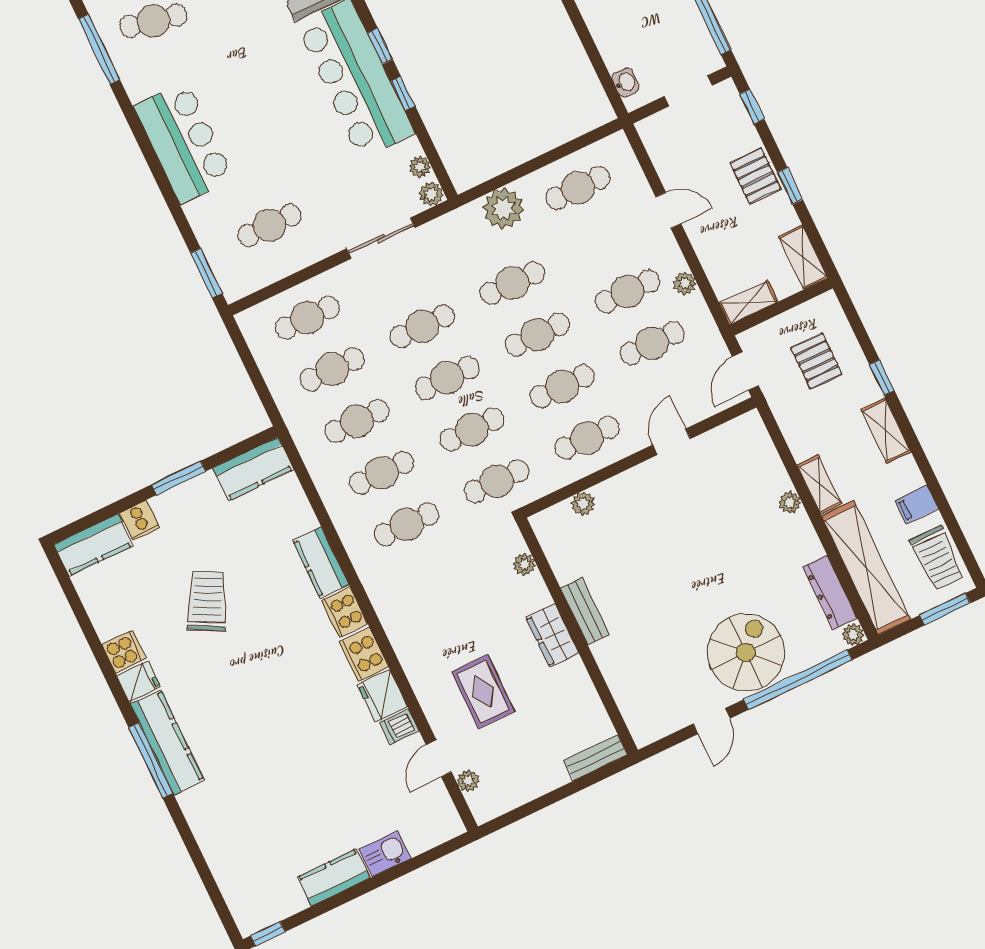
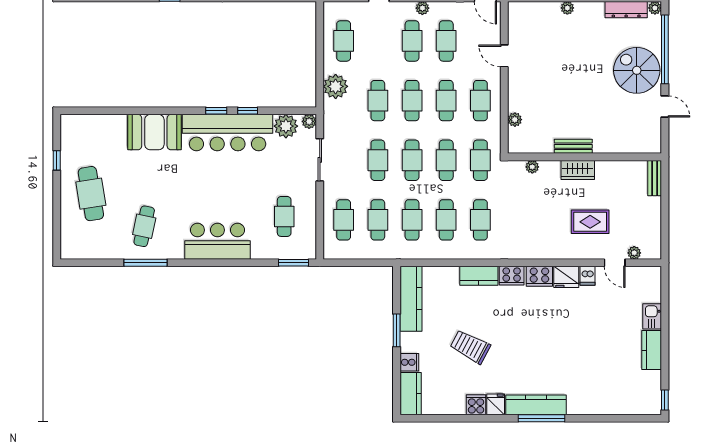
plant: (420, 167) -> (286, 126), width x1.87, depth x1.87
kitchen counter: (253, 469) -> (411, 299), width x1.50

